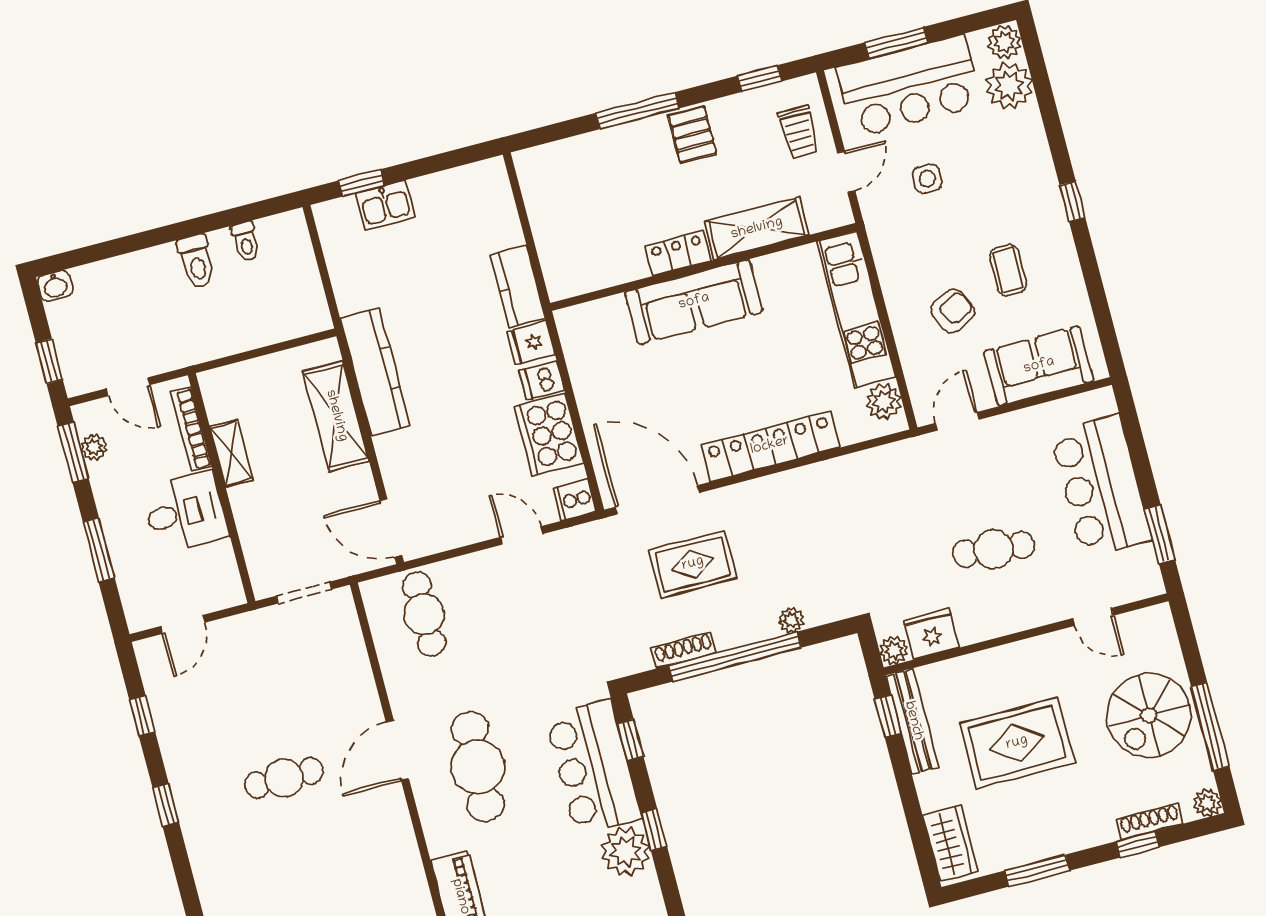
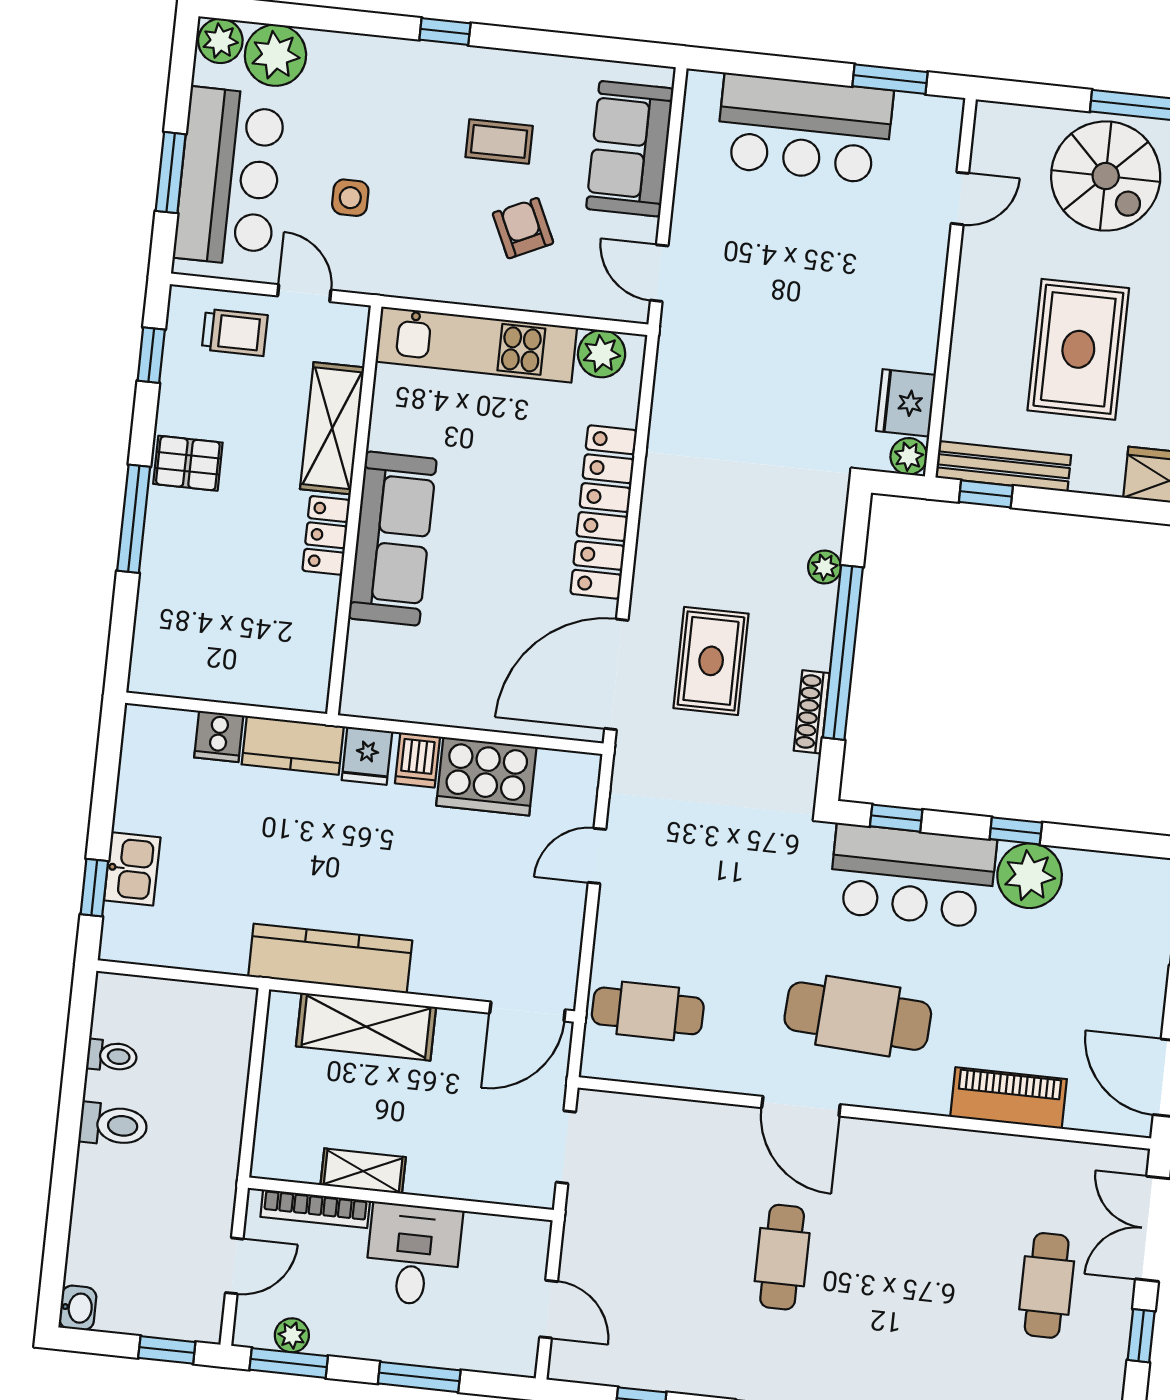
cooker: (575, 500) -> (219, 736), moved
cafe table: (993, 549) -> (832, 288), removed

